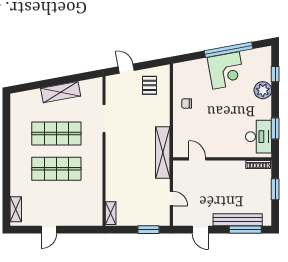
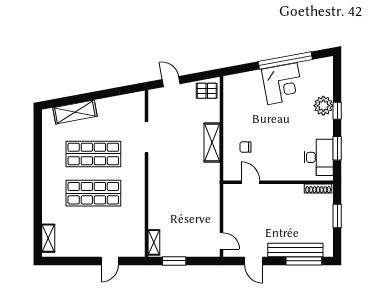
window: (275, 74) -> (337, 111), moved
pallet: (149, 85) -> (207, 91), moved, turned 90
shelving: (61, 92) -> (75, 112), moved
chair: (187, 103) -> (245, 147), moved
shelving: (163, 153) -> (212, 143), moved, width x0.68
door: (171, 198) -> (222, 241), moved
door: (49, 230) -> (110, 261), moved
window: (149, 230) -> (174, 261), moved

